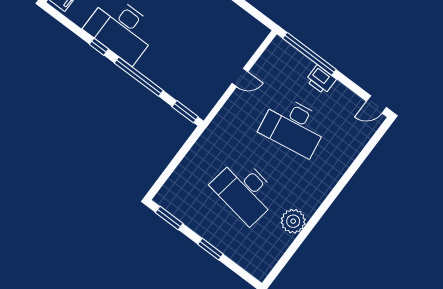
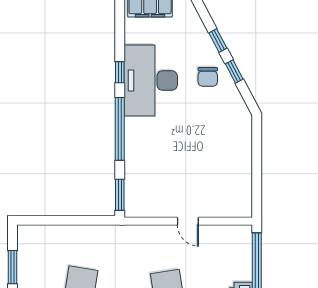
window: (169, 218) -> (12, 267), moved

